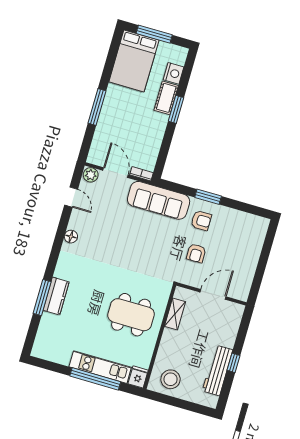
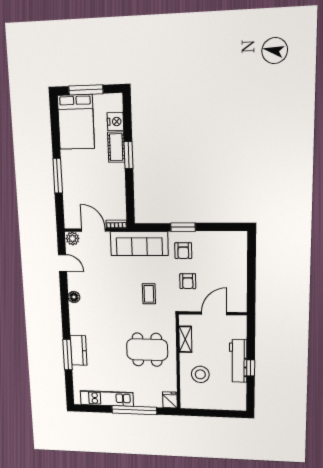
armchair: (201, 220) -> (183, 251), turned 90
coffee table: (152, 255) -> (149, 294), added
kitchen unit: (100, 367) -> (107, 398), moved
workbench: (218, 370) -> (238, 361), moved
stool: (170, 379) -> (200, 374), moved

